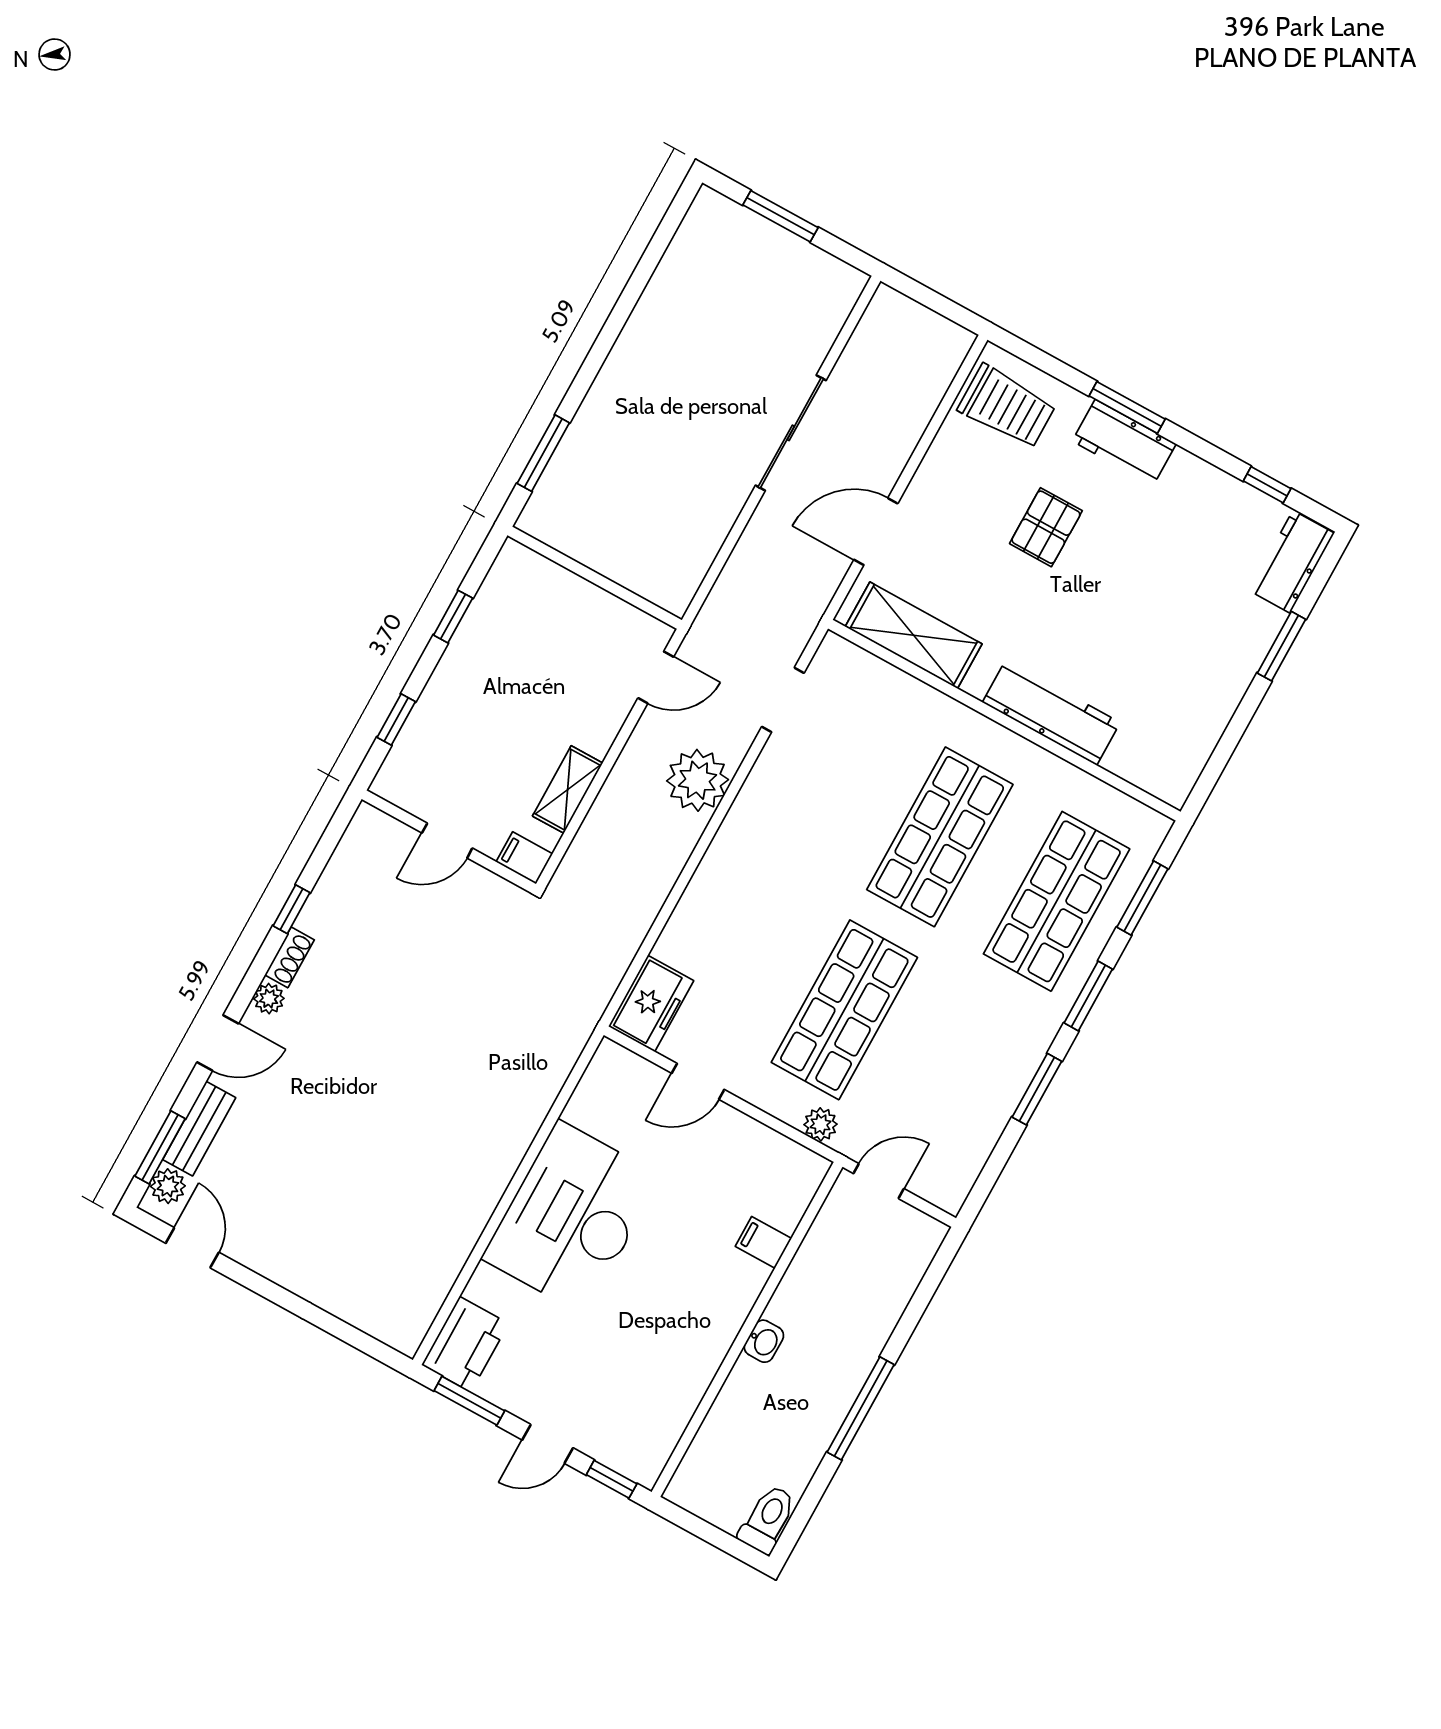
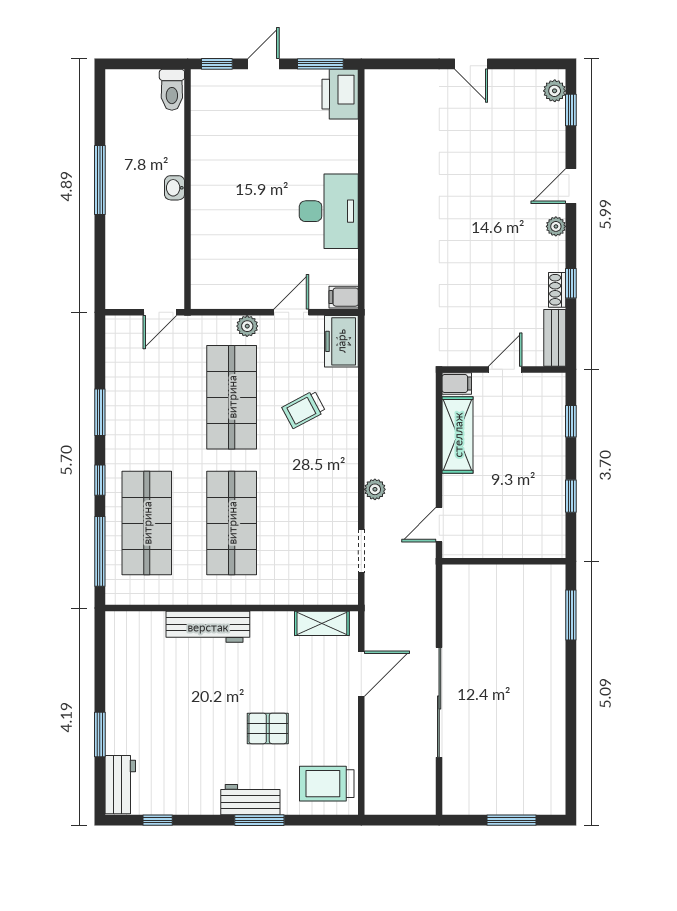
sliding door: (791, 433) -> (439, 702), width x1.36
pallet: (1046, 527) -> (268, 728), turned 90
shelving: (914, 635) -> (322, 623), width x0.67, depth x0.75
plant: (698, 780) -> (375, 489), width x0.53, depth x0.53
shelving: (568, 790) -> (458, 435), width x1.50, depth x1.33
window: (1142, 898) -> (100, 551), width x1.44
trolley: (754, 938) -> (304, 409), added
shoe rack: (289, 957) -> (557, 290), moved
window: (1088, 996) -> (100, 480), width x0.67
plant: (821, 1124) -> (247, 326), moved
bench: (199, 1129) -> (555, 338), moved
window: (160, 1147) -> (571, 110), width x0.67
desk: (571, 1217) -> (329, 211), width x0.73, depth x0.77
filing cabinet: (763, 1242) -> (344, 297), moved, turned 180
door: (192, 1248) -> (471, 64), moved
toilet: (768, 1519) -> (172, 90), moved

